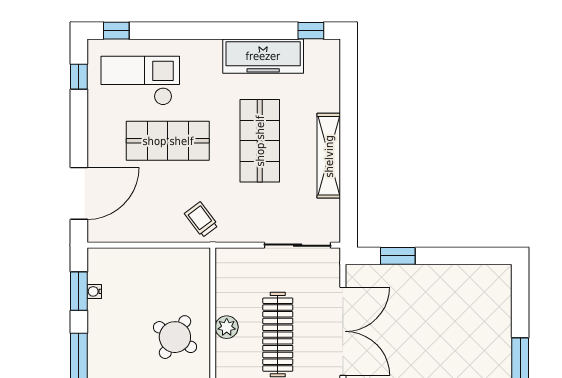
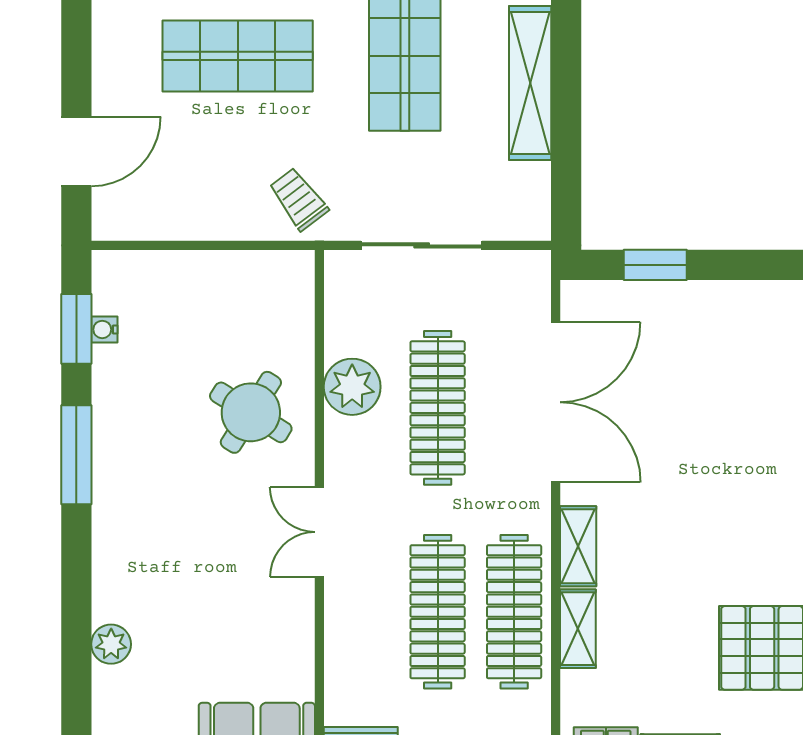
door: (79, 193) -> (76, 151), width x0.73
sliding door: (298, 245) -> (422, 245), moved
plant: (227, 327) -> (352, 387), width x1.36, depth x1.36

